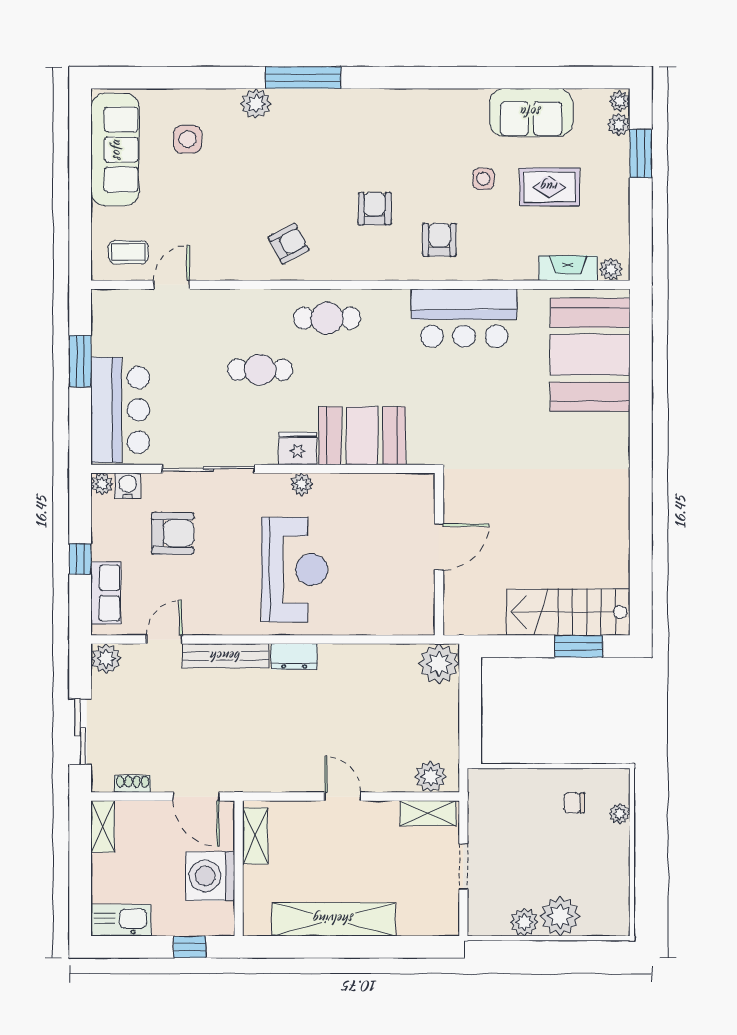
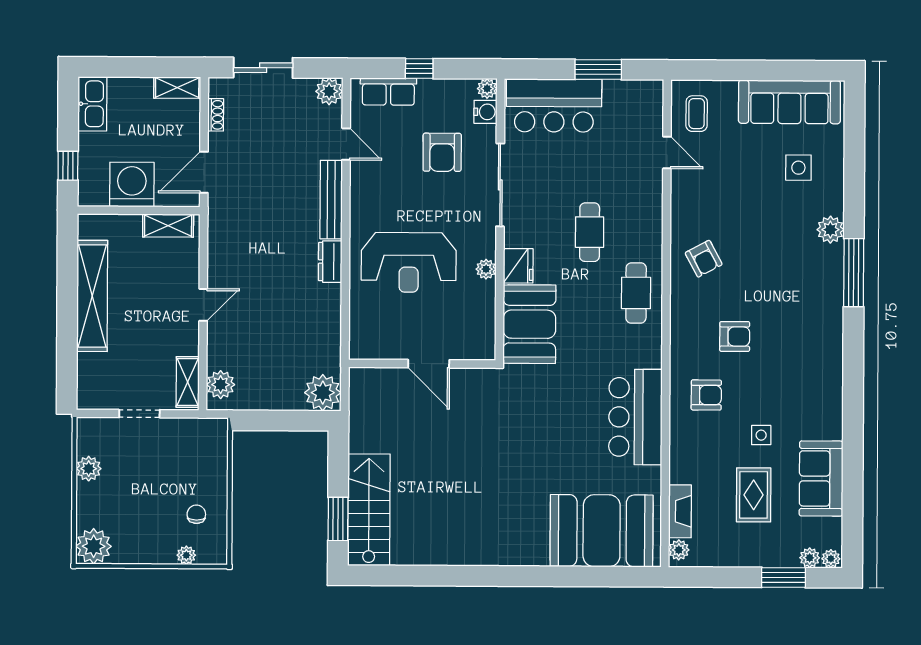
door: (439, 547) -> (429, 364), moved
wall: (439, 554) -> (422, 364), moved
plant: (560, 916) -> (94, 546), moved

